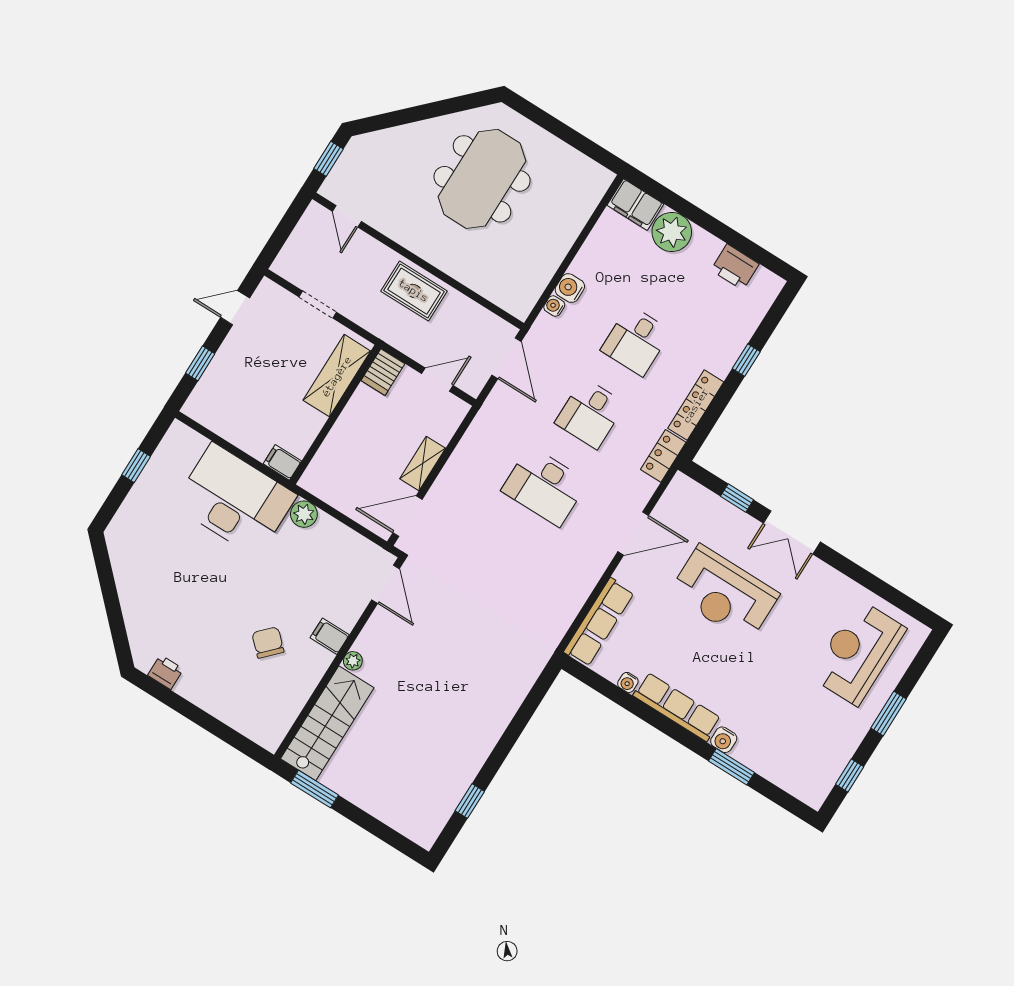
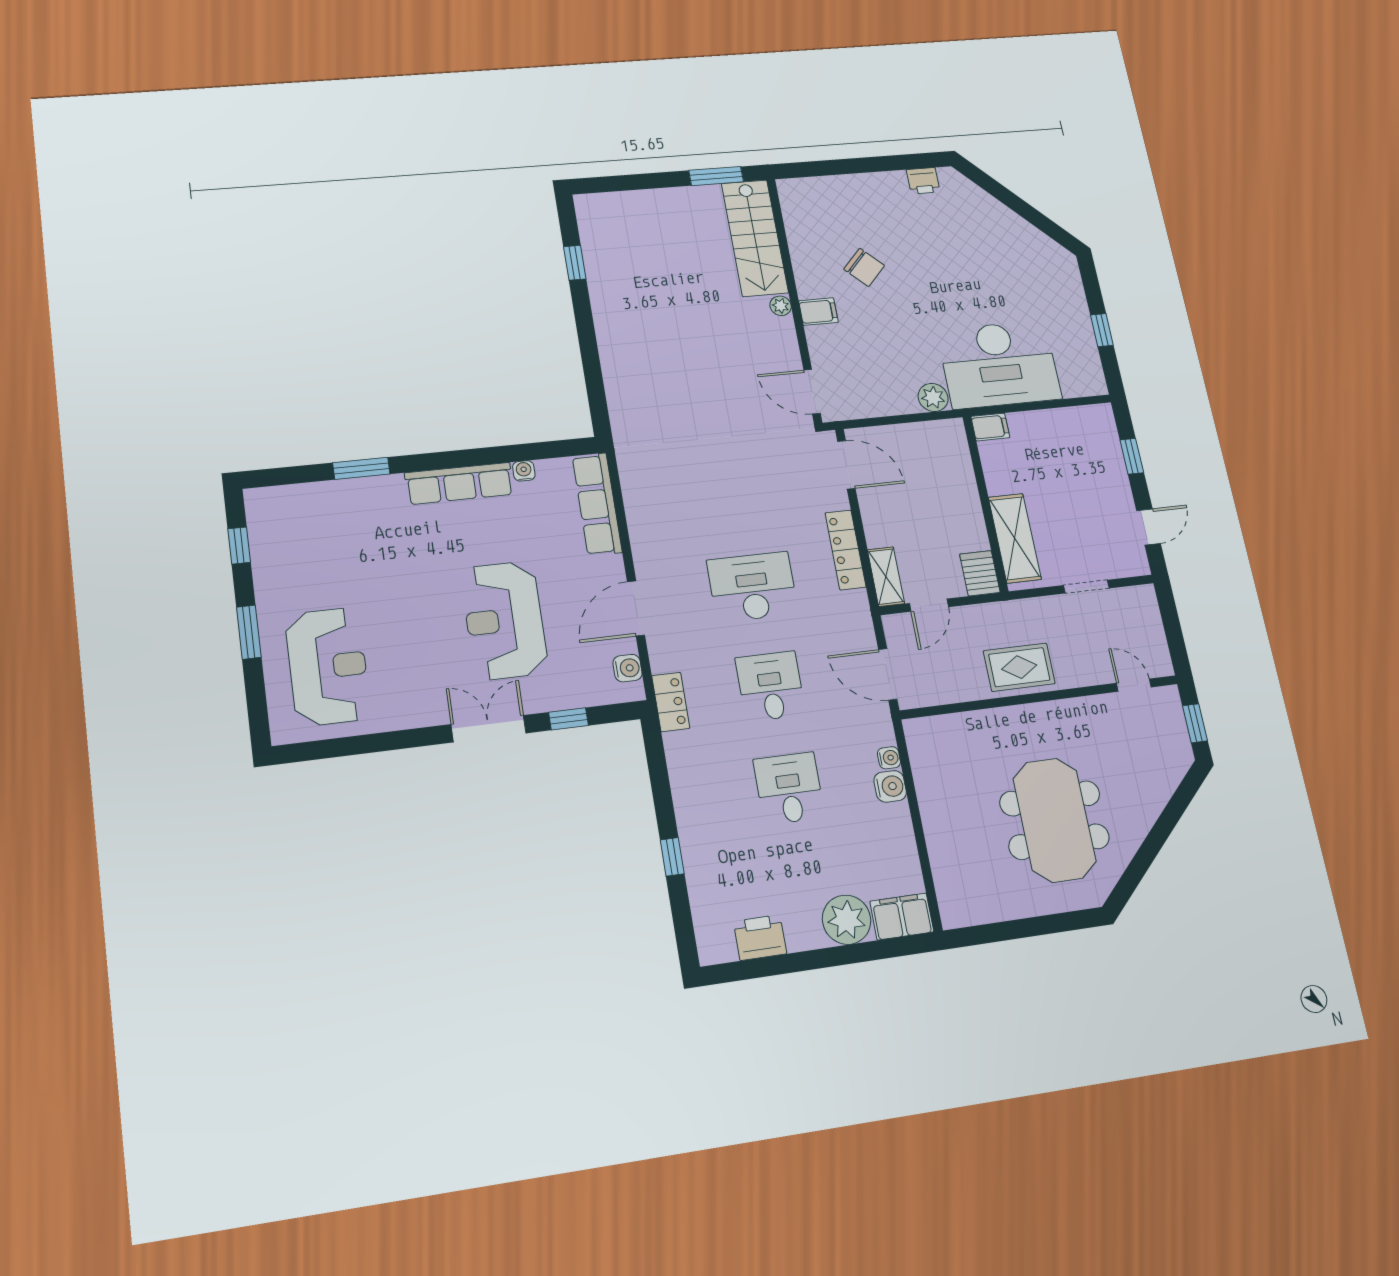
locker: (696, 405) -> (845, 550), moved, turned 180
shelving: (423, 463) -> (886, 577), moved
door: (407, 516) -> (846, 465), hinge flipped
reception desk: (724, 594) -> (504, 620), turned -90
water cooler: (724, 740) -> (628, 668), moved, turned 90

